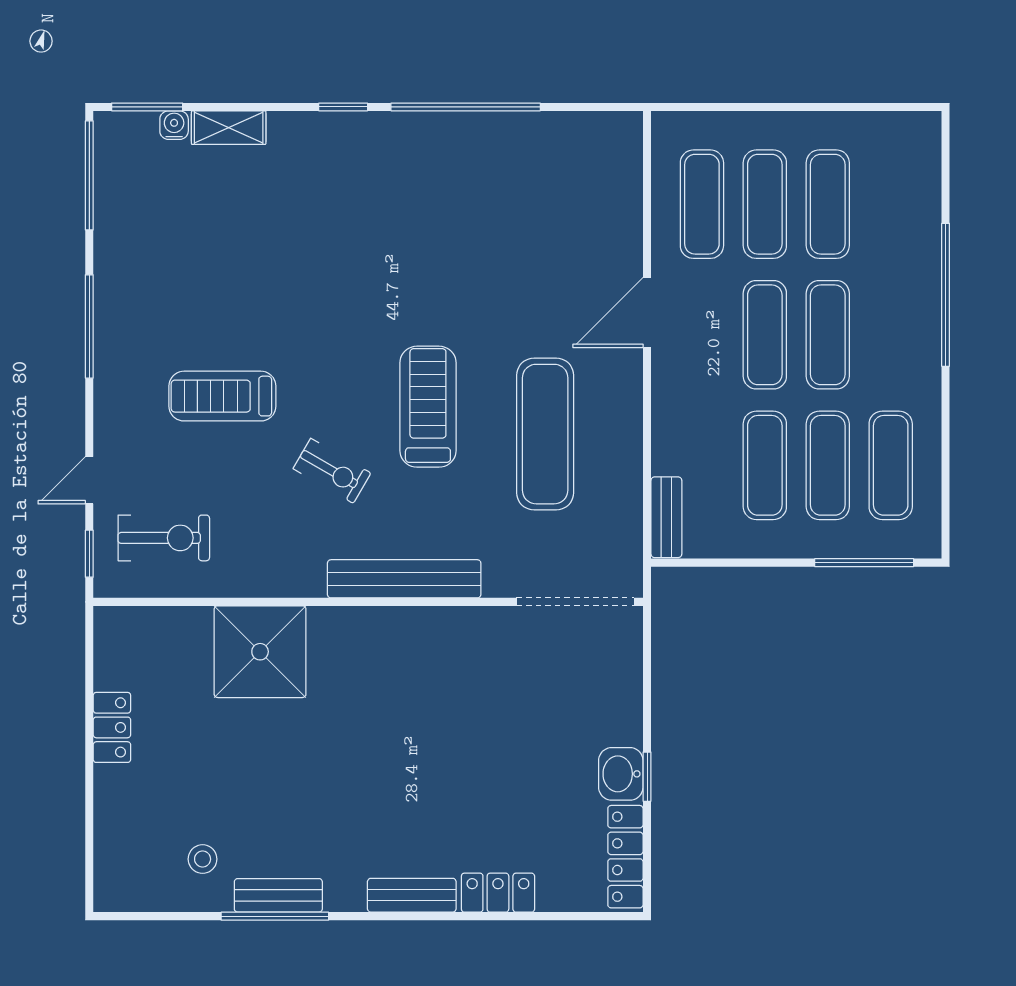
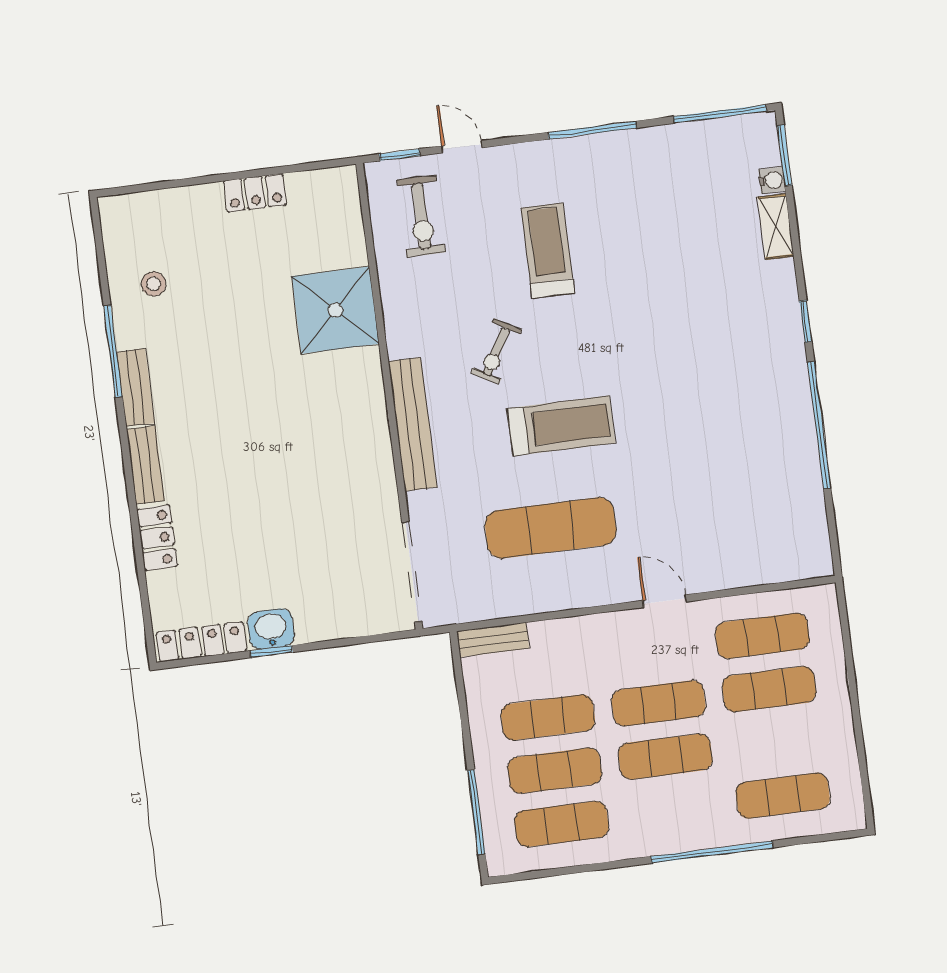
exercise mat: (828, 204) -> (783, 796), moved
door: (647, 313) -> (665, 601), width x0.73
bench: (278, 895) -> (135, 388), moved

